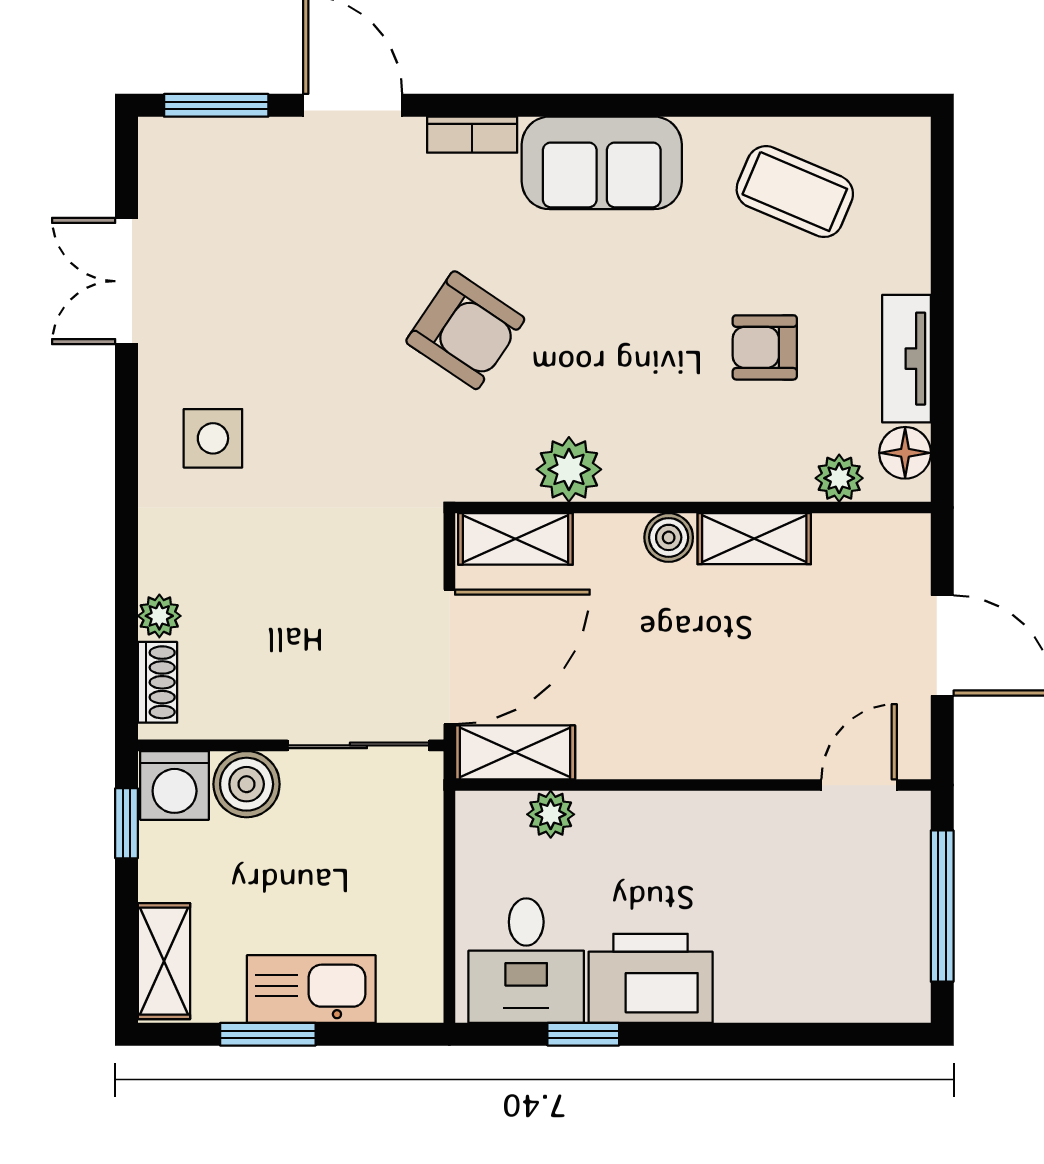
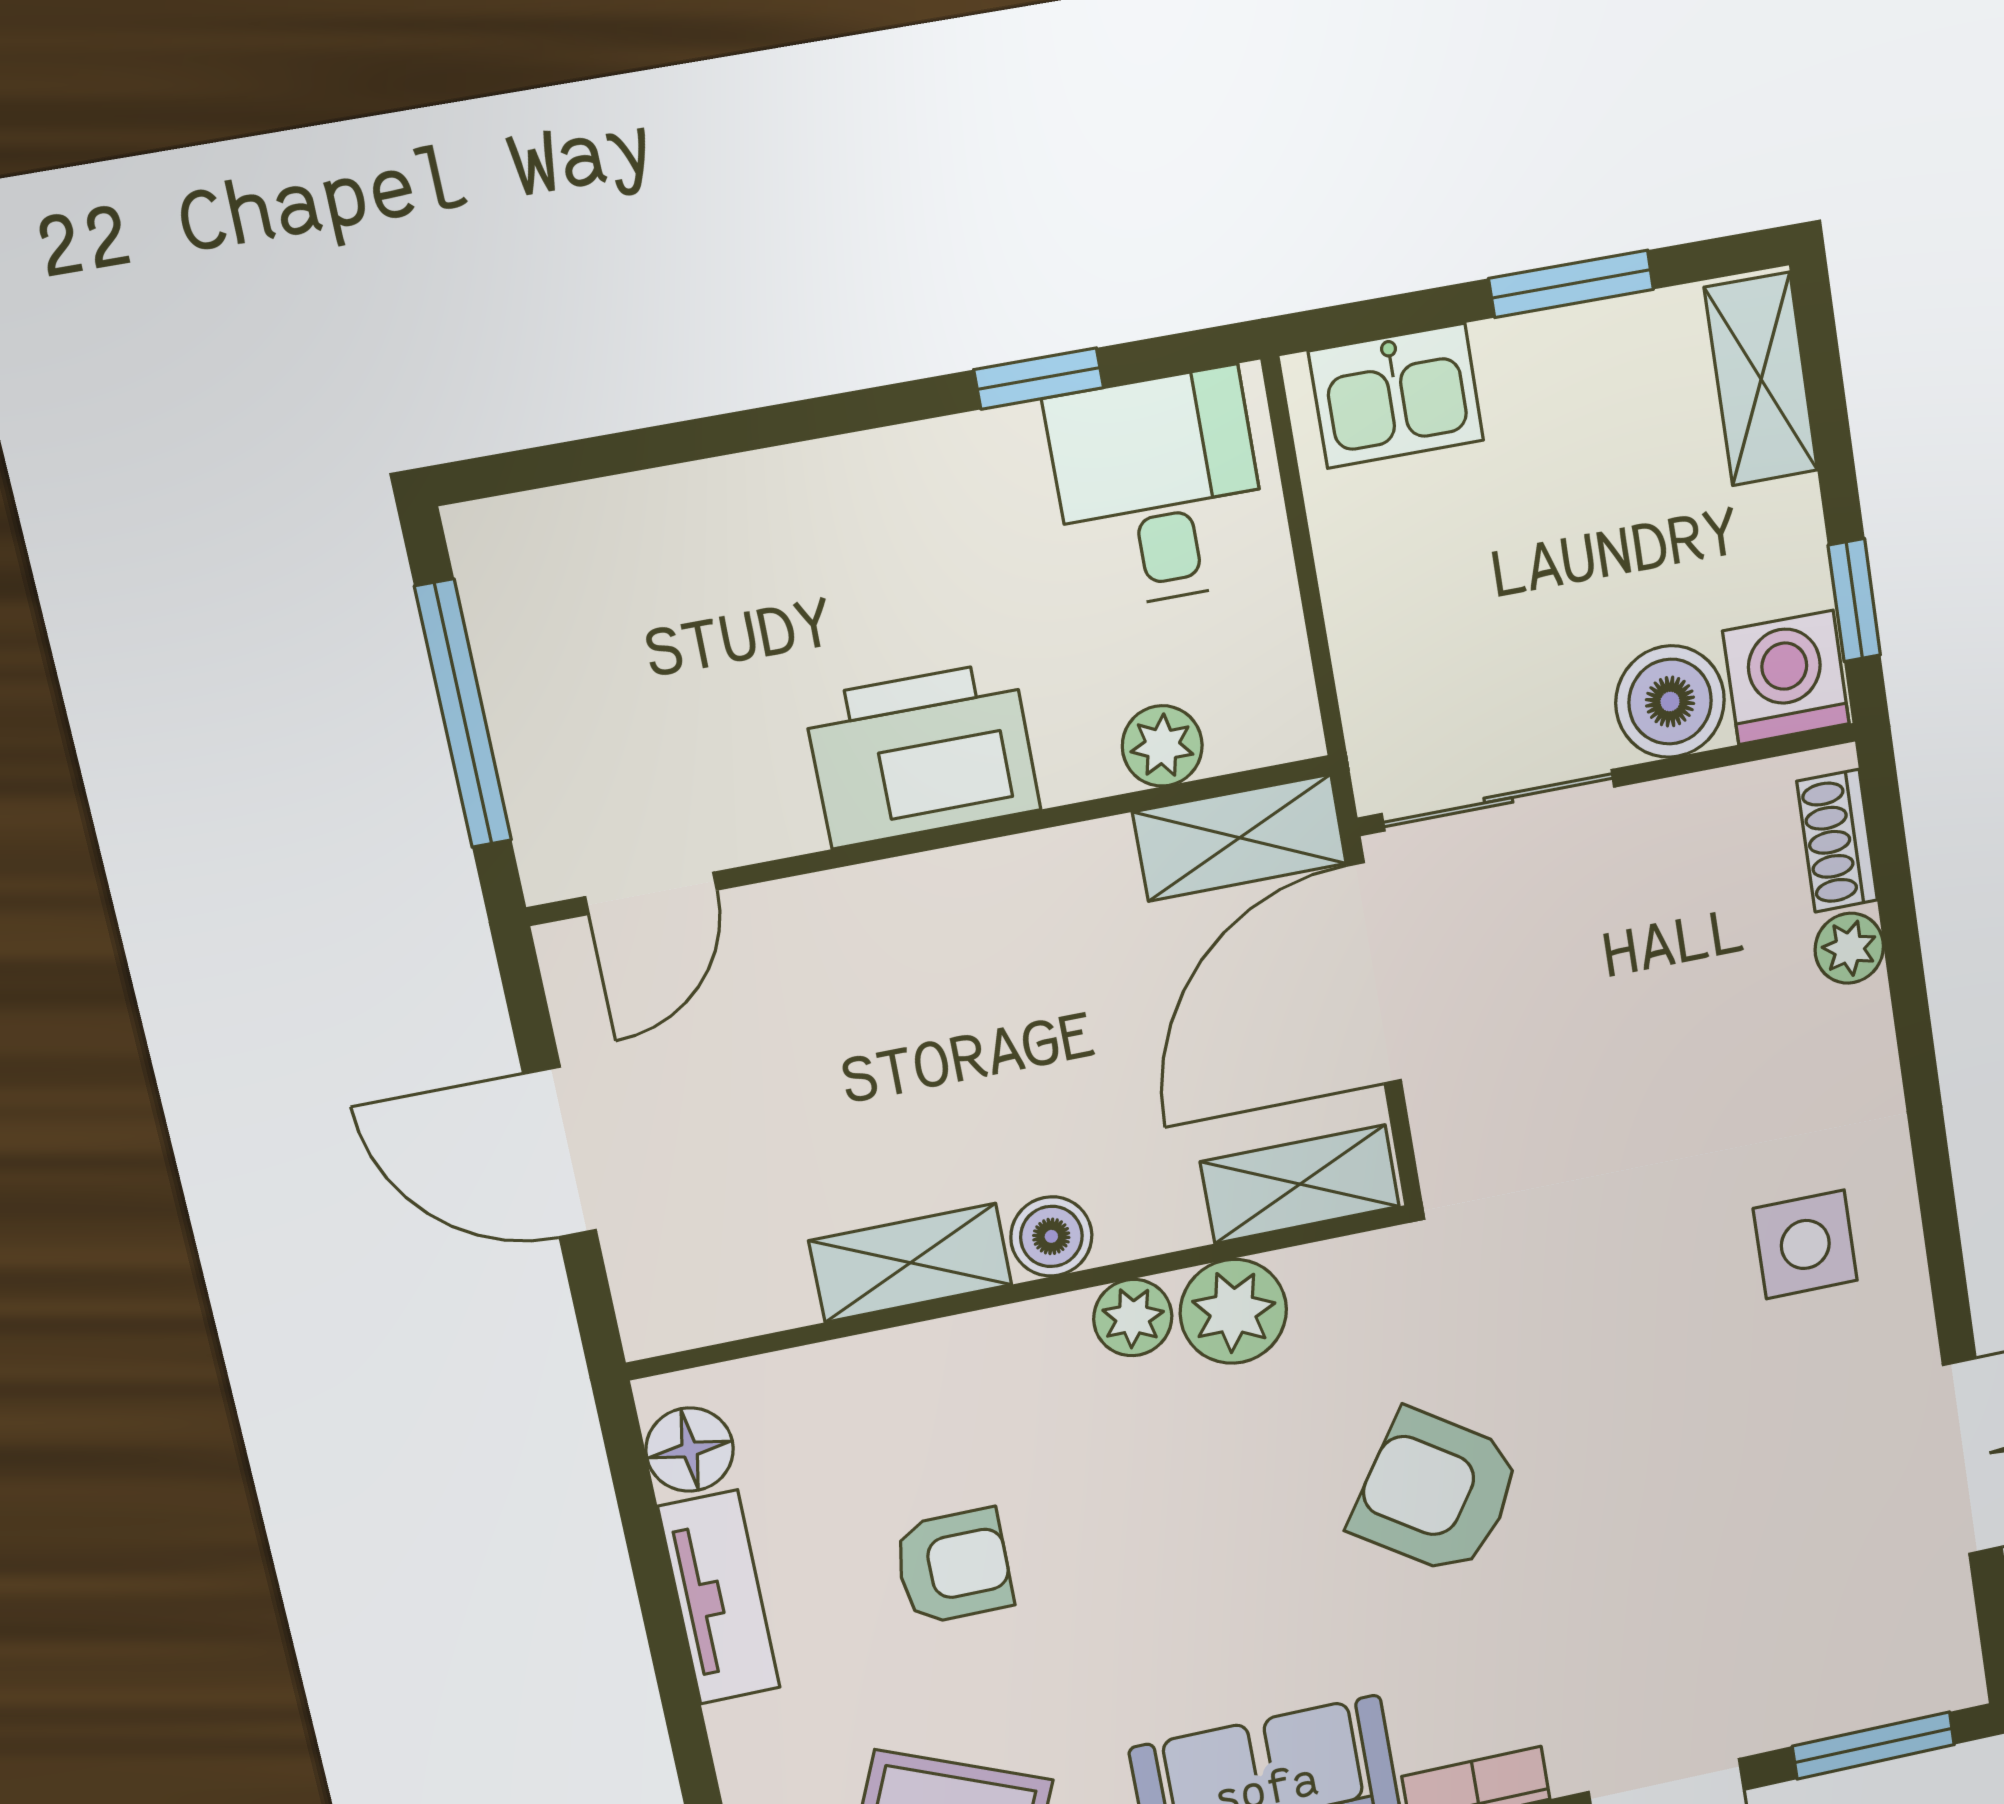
plant: (839, 478) -> (1133, 1318), moved
printer: (651, 978) -> (922, 754), moved, turned 180
kitchen sink: (311, 989) -> (1396, 396), moved, width x0.73

